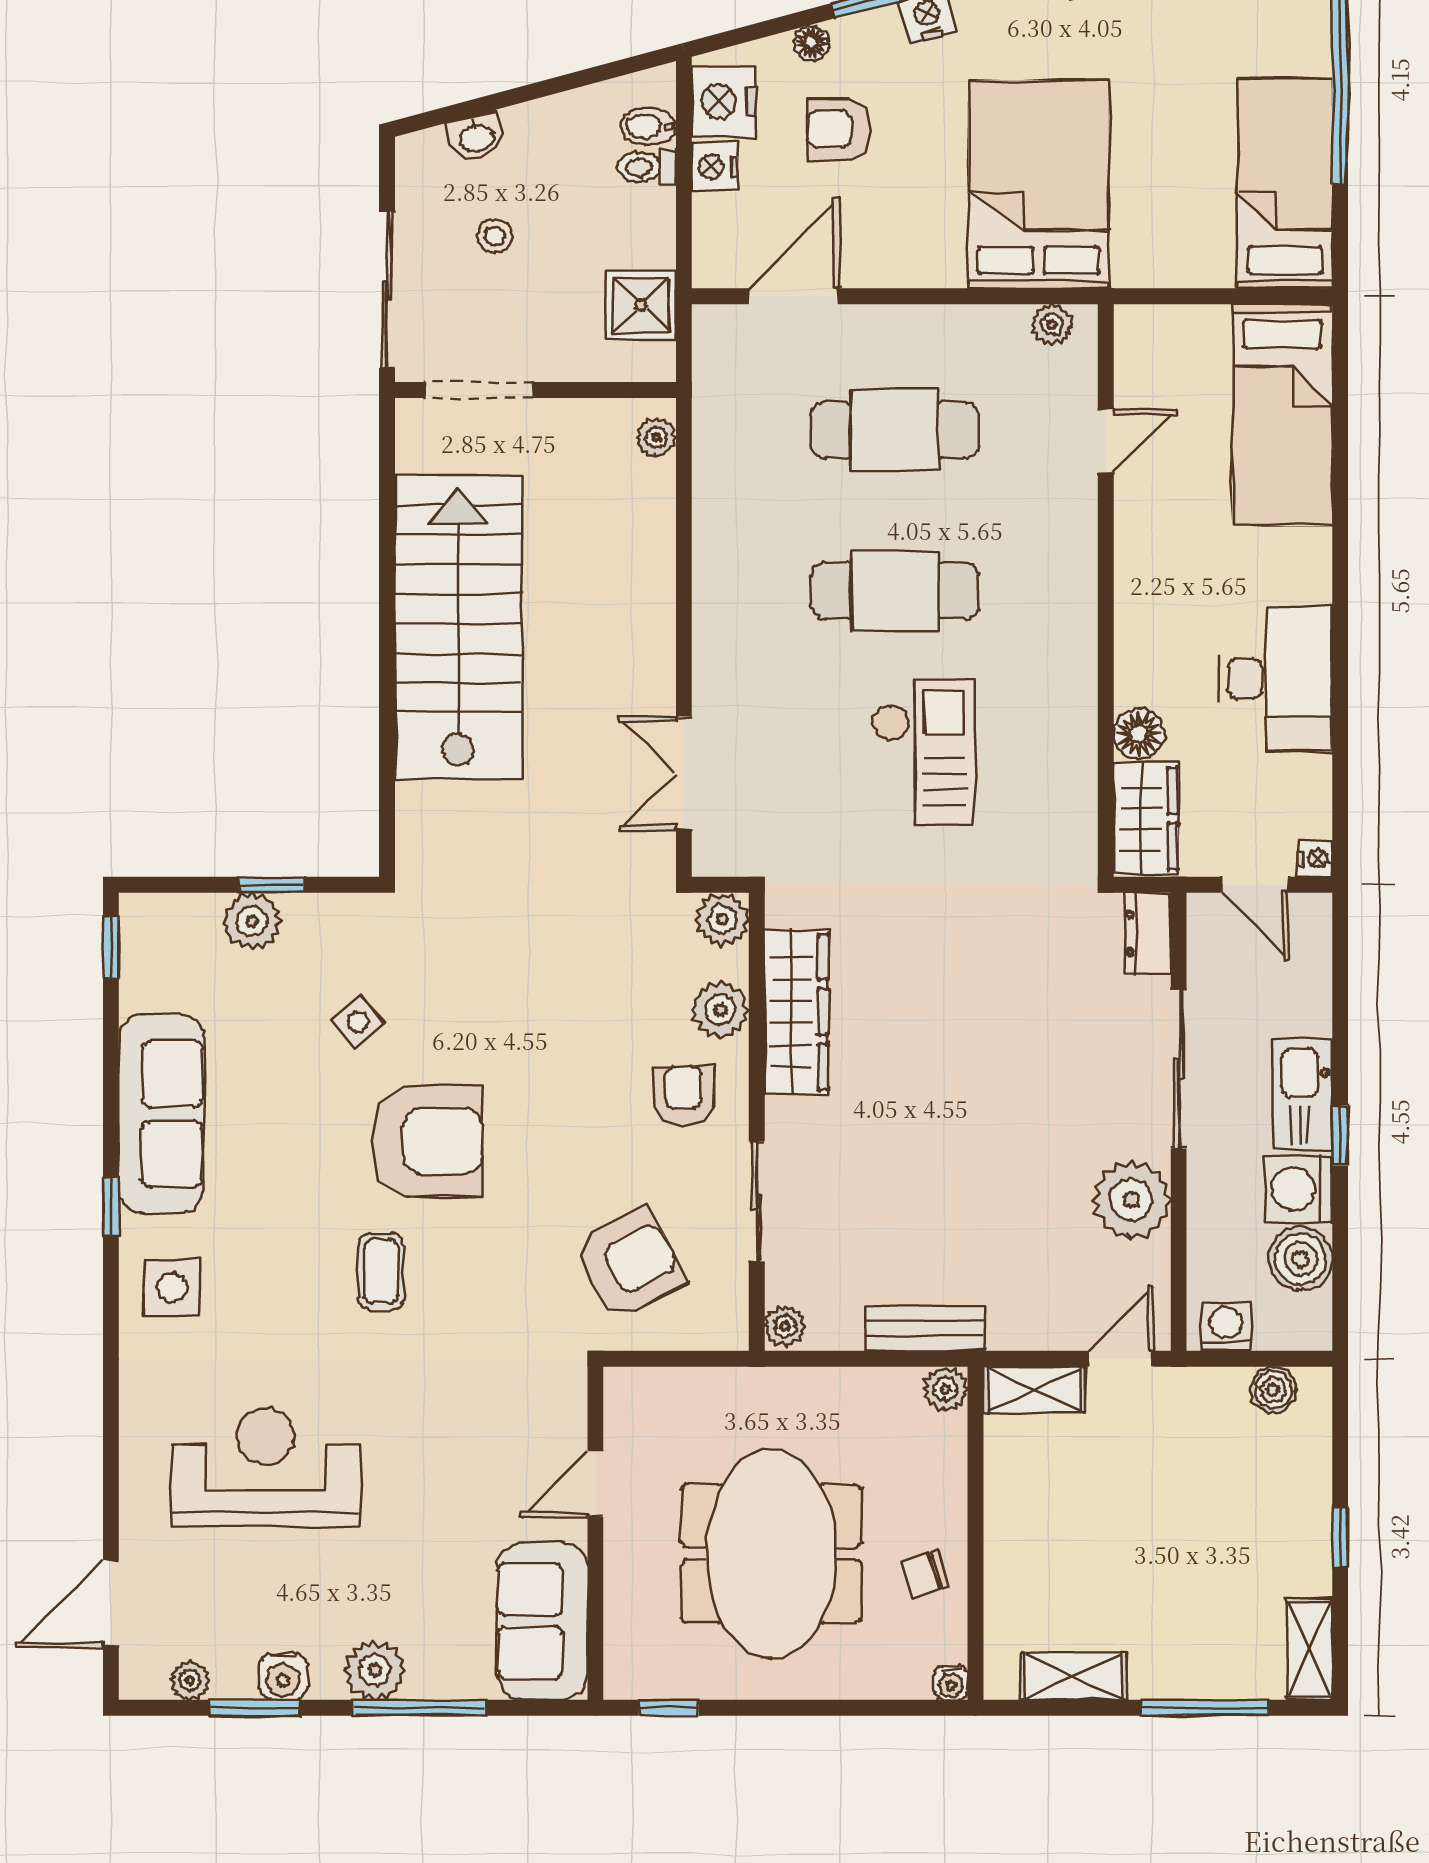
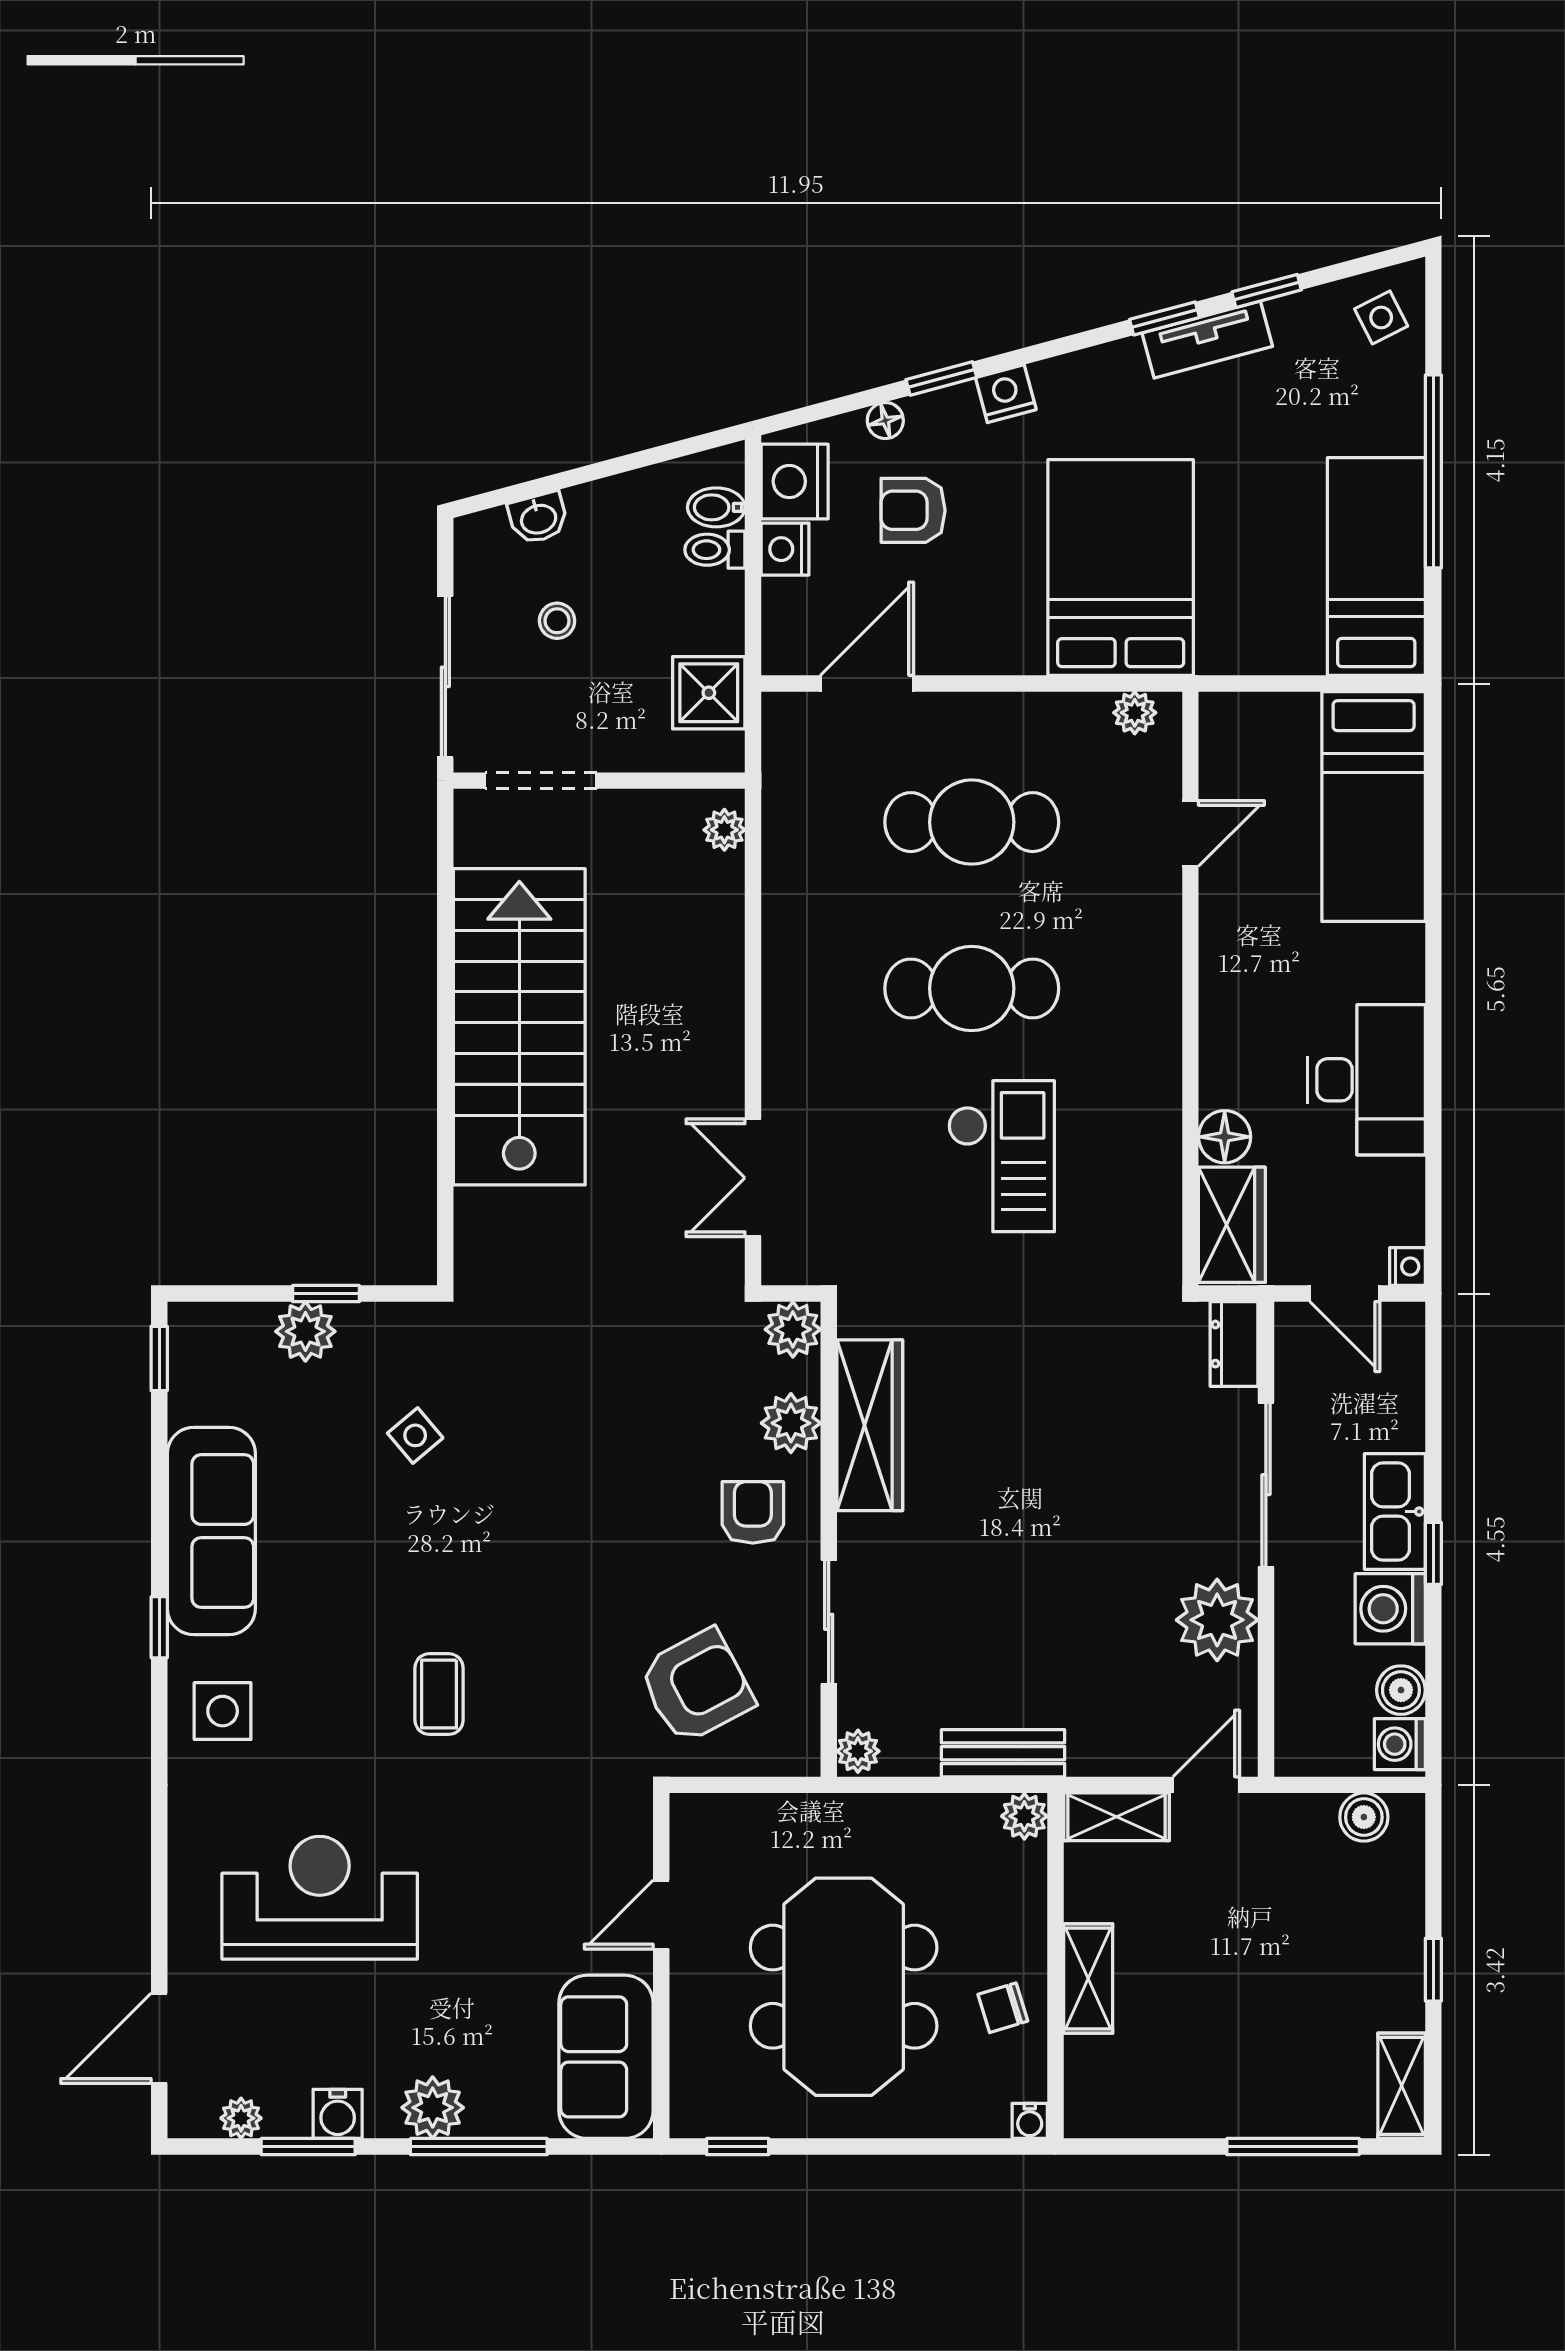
armchair: (427, 1141) -> (487, 1559), removed
boiler: (1300, 1259) -> (1401, 1690), width x0.73, depth x0.73
washing machine: (1226, 1326) -> (1400, 1744), moved, turned -90
shelving: (1074, 1676) -> (1088, 1978), moved, turned 90

